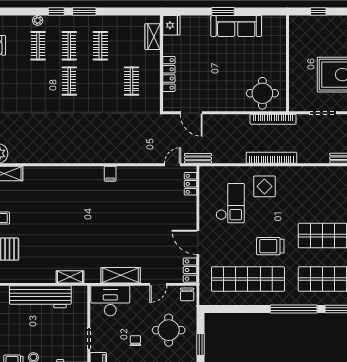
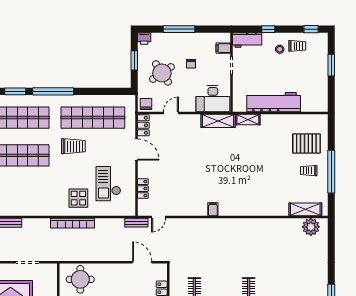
bookcase: (273, 119) -> (71, 257), removed
locker: (191, 184) -> (143, 189), moved
shelving: (121, 275) -> (218, 121), moved
round table: (169, 330) -> (162, 73), turned -34

